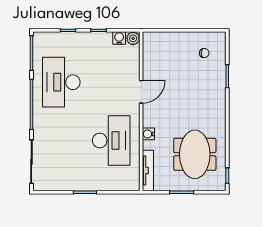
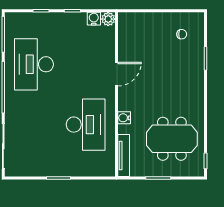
meeting table: (195, 154) -> (172, 139), turned 90

